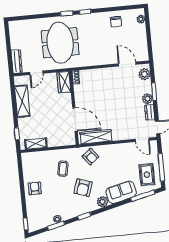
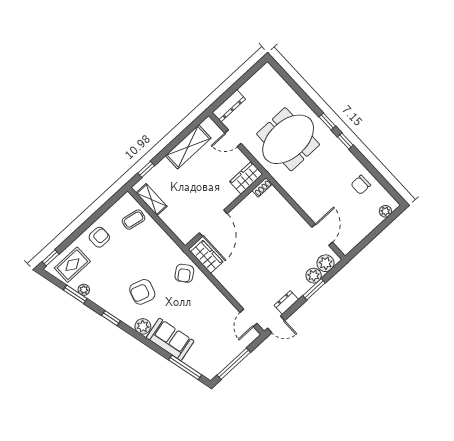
plant: (147, 99) -> (314, 276), moved
wardrobe: (96, 137) -> (207, 257), width x0.67
coffee table: (63, 169) -> (134, 220), moved
rug: (147, 175) -> (72, 265), moved

